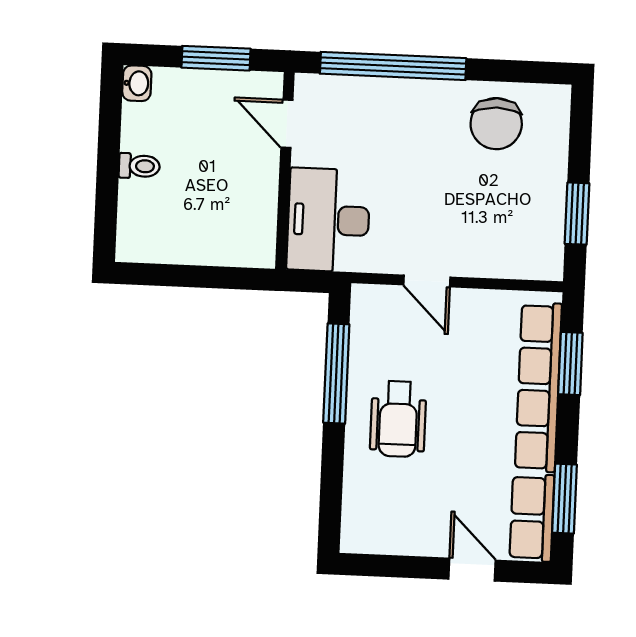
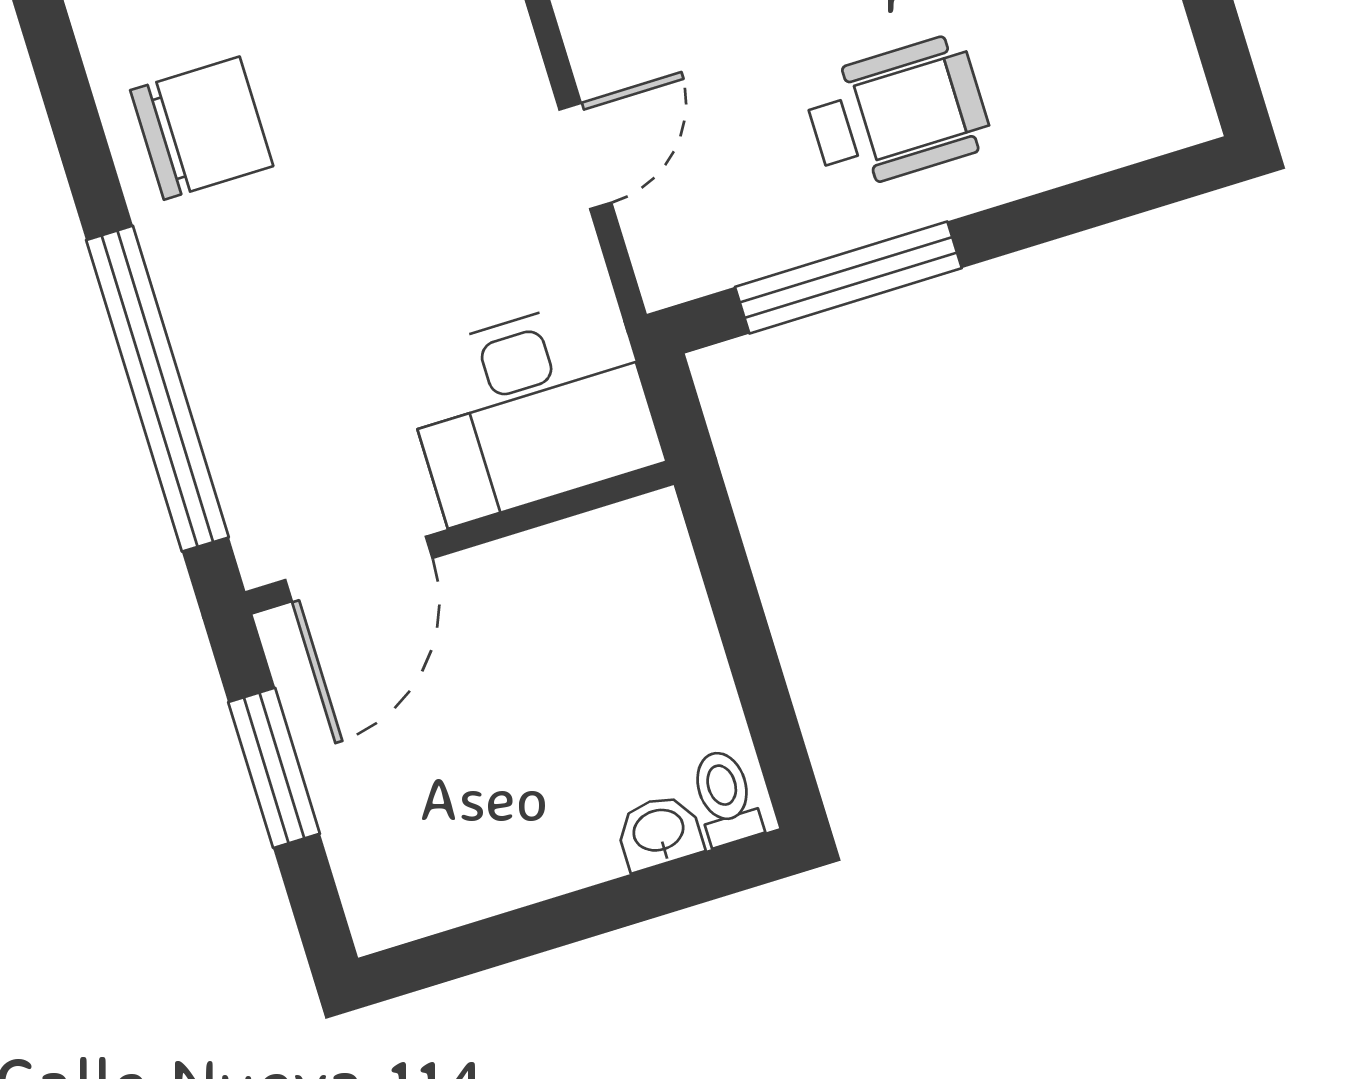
washbasin: (137, 83) -> (659, 832), moved
door: (287, 124) -> (359, 569), width x1.38
toilet: (139, 166) -> (725, 797), moved

